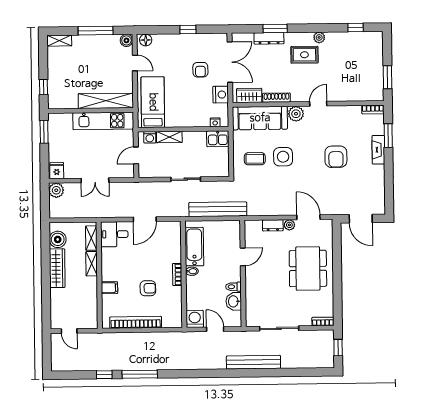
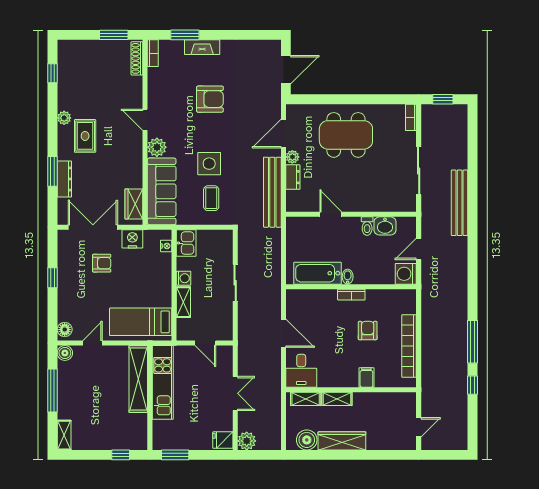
shoe rack: (276, 98) -> (137, 58), moved
washing machine: (150, 137) -> (184, 278), moved
bench: (218, 209) -> (272, 192), moved

